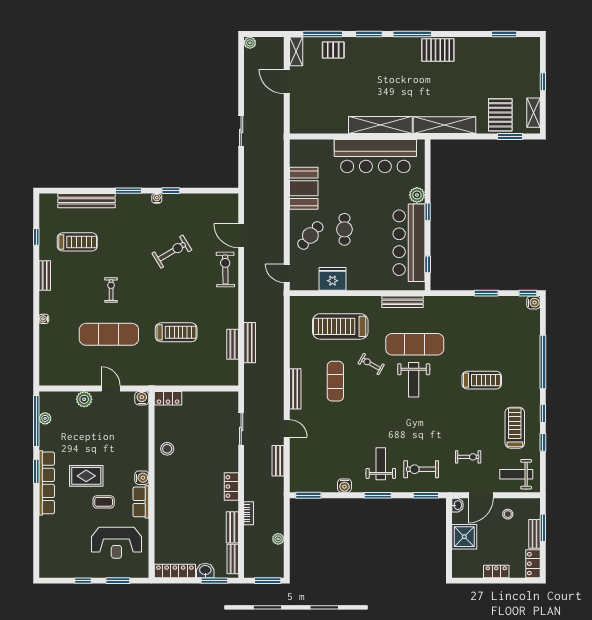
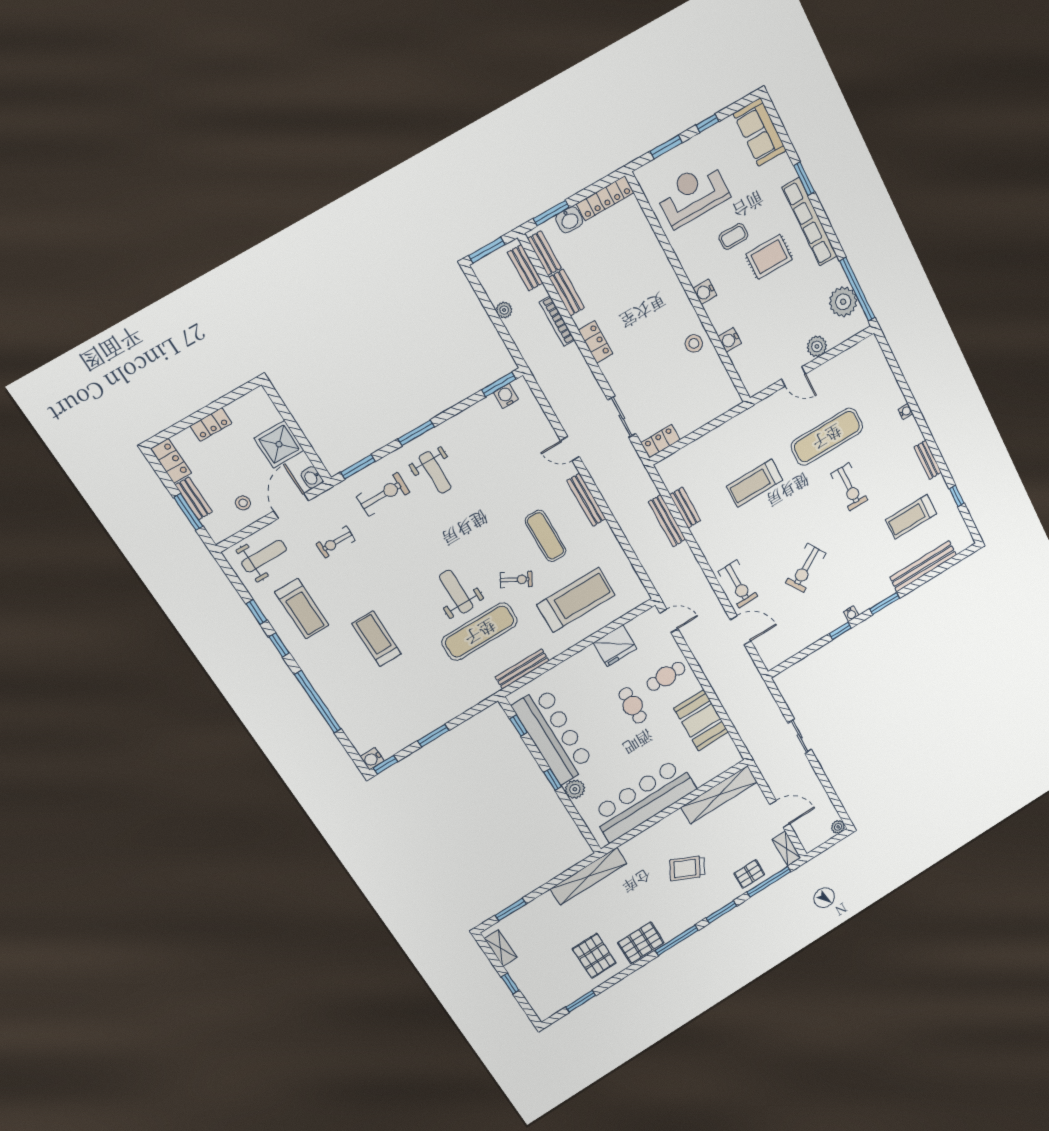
trolley: (374, 85) -> (687, 868), added
pallet: (500, 115) -> (594, 956), moved
shelving: (380, 125) -> (719, 795), moved
cafe table: (310, 236) -> (666, 676), turned 50
exercise bike: (111, 290) -> (849, 487), width x1.38, depth x1.39
treadmill: (482, 380) -> (377, 639), turned 90
water cooler: (142, 398) -> (730, 340), moved, turned 90
locker: (168, 398) -> (660, 441), moved
plant: (45, 418) -> (843, 302), width x1.87, depth x1.87
bench: (278, 461) -> (525, 268), moved
window: (36, 471) -> (804, 179), moved
water cooler: (344, 486) -> (506, 396), moved
row of seats: (141, 502) -> (690, 262), removed
bookcase: (249, 513) -> (557, 321), width x1.56
sofa: (51, 557) -> (760, 132), added

